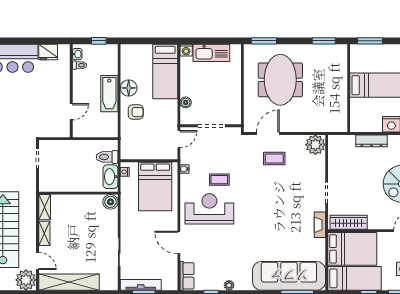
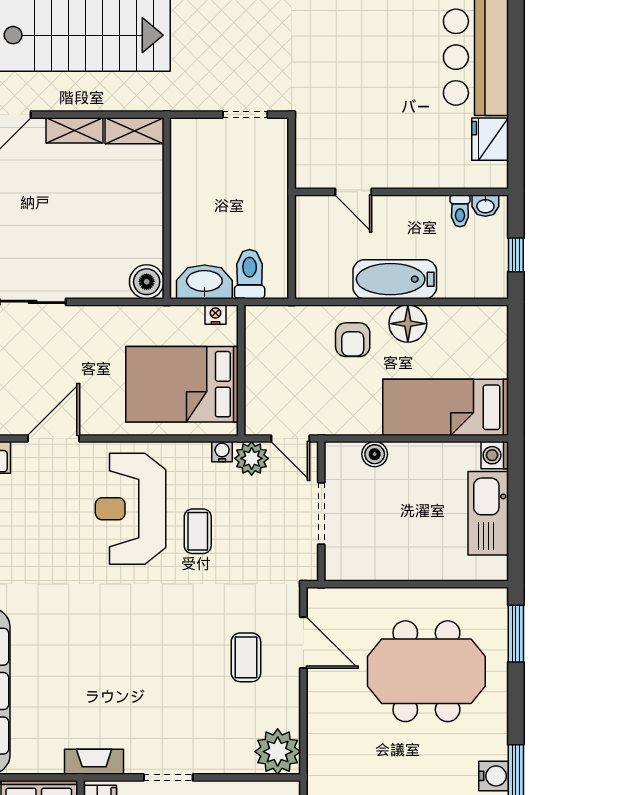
water cooler: (326, 51) -> (494, 776), added
plant: (188, 156) -> (252, 458), added
reception desk: (209, 209) -> (131, 509), turned 180

